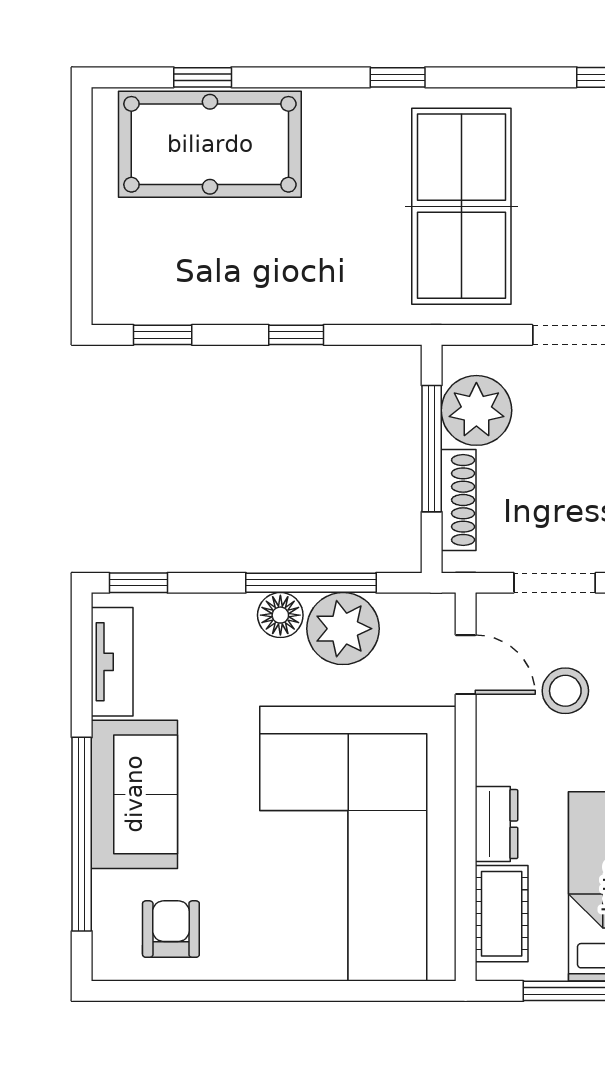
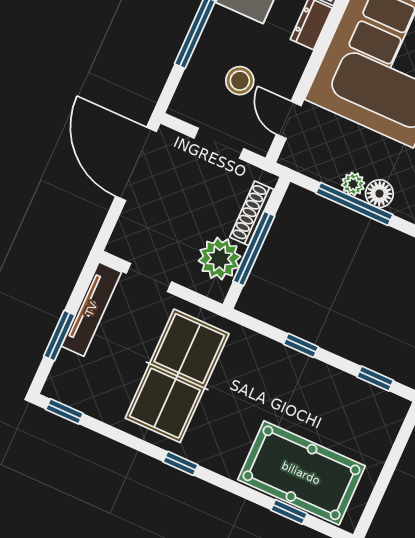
plant: (343, 629) -> (353, 184), width x0.53, depth x0.53

